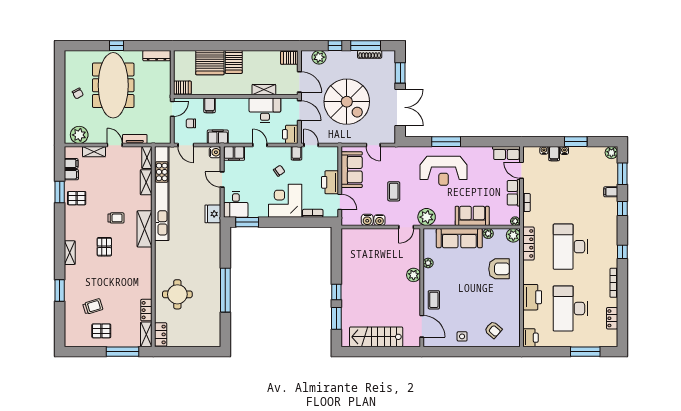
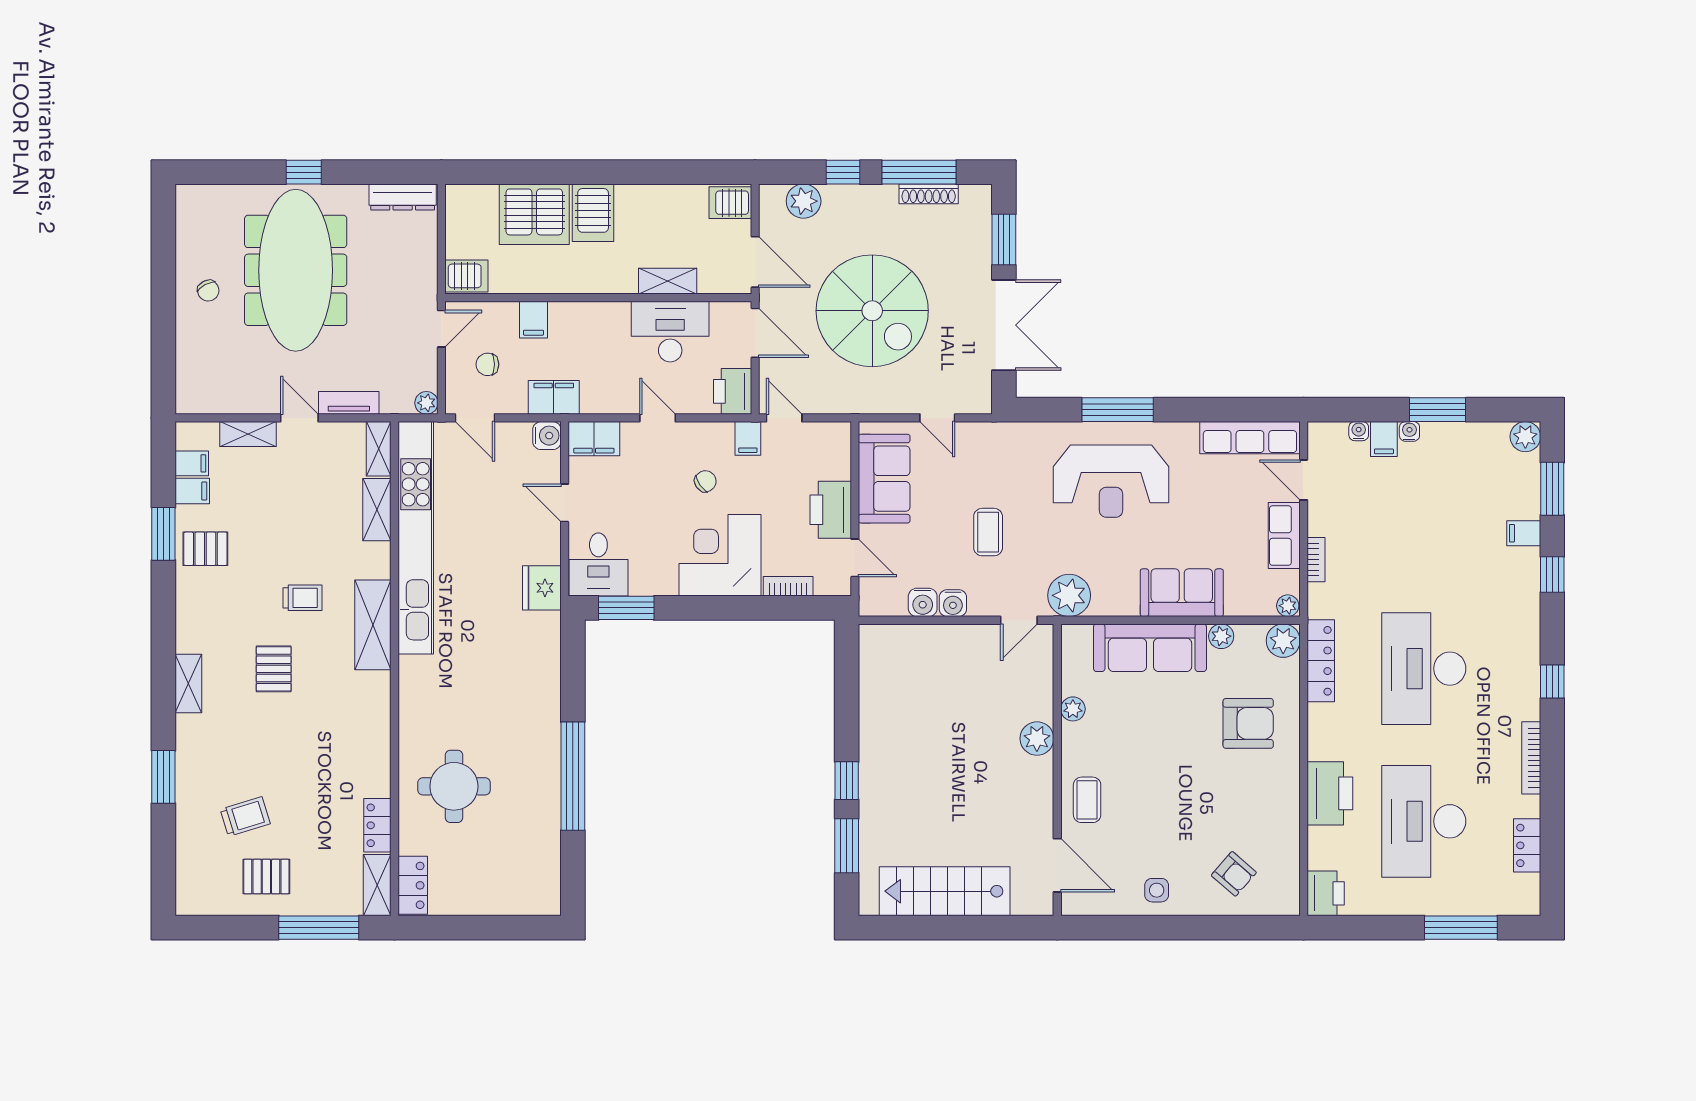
plant: (79, 135) -> (426, 403), moved, width x0.53, depth x0.53
row of seats: (506, 153) -> (1250, 438), width x1.48

